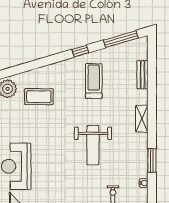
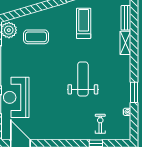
shelving: (142, 119) -> (125, 43), moved
weight bench: (93, 145) -> (83, 79), turned 180

